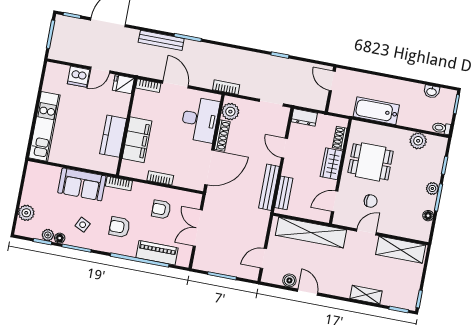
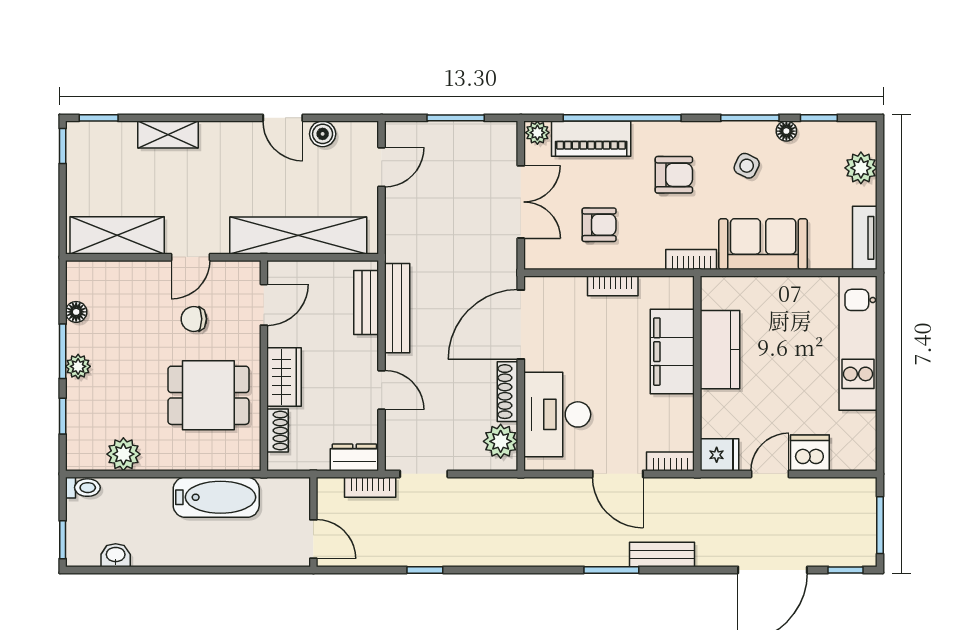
bench: (161, 40) -> (662, 554), width x0.73
bookcase: (226, 87) -> (370, 487), moved
tv unit: (31, 178) -> (865, 238), added
plant: (48, 235) -> (537, 133), moved

